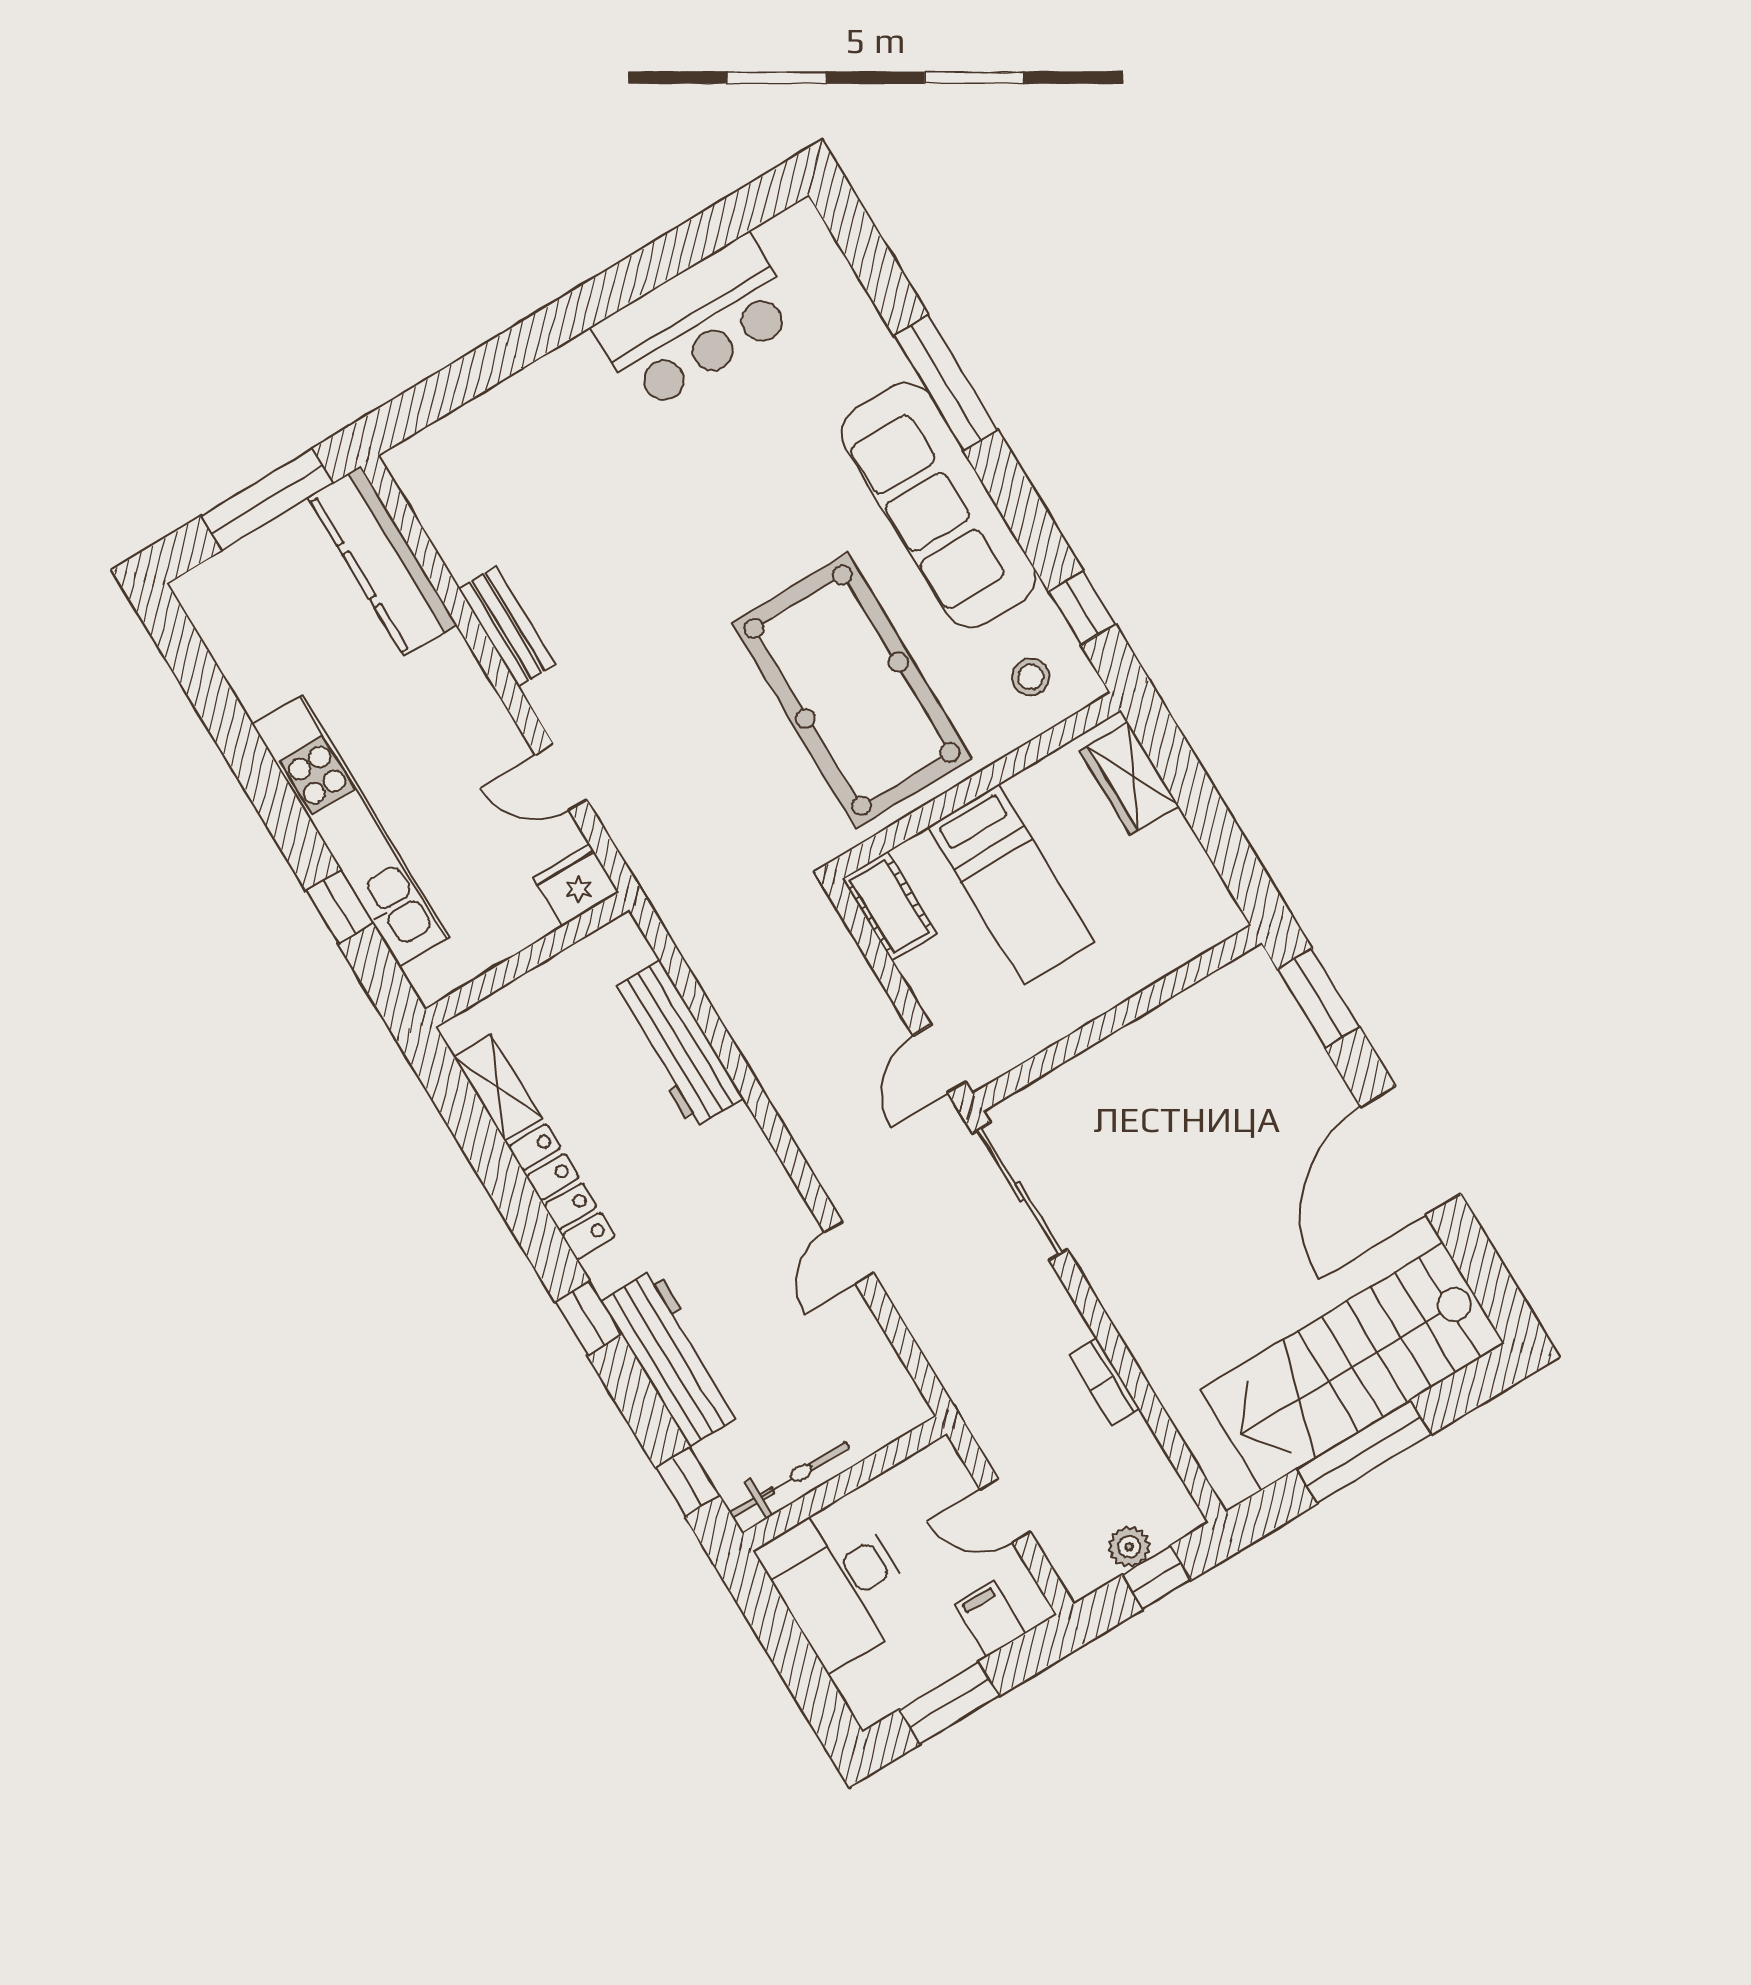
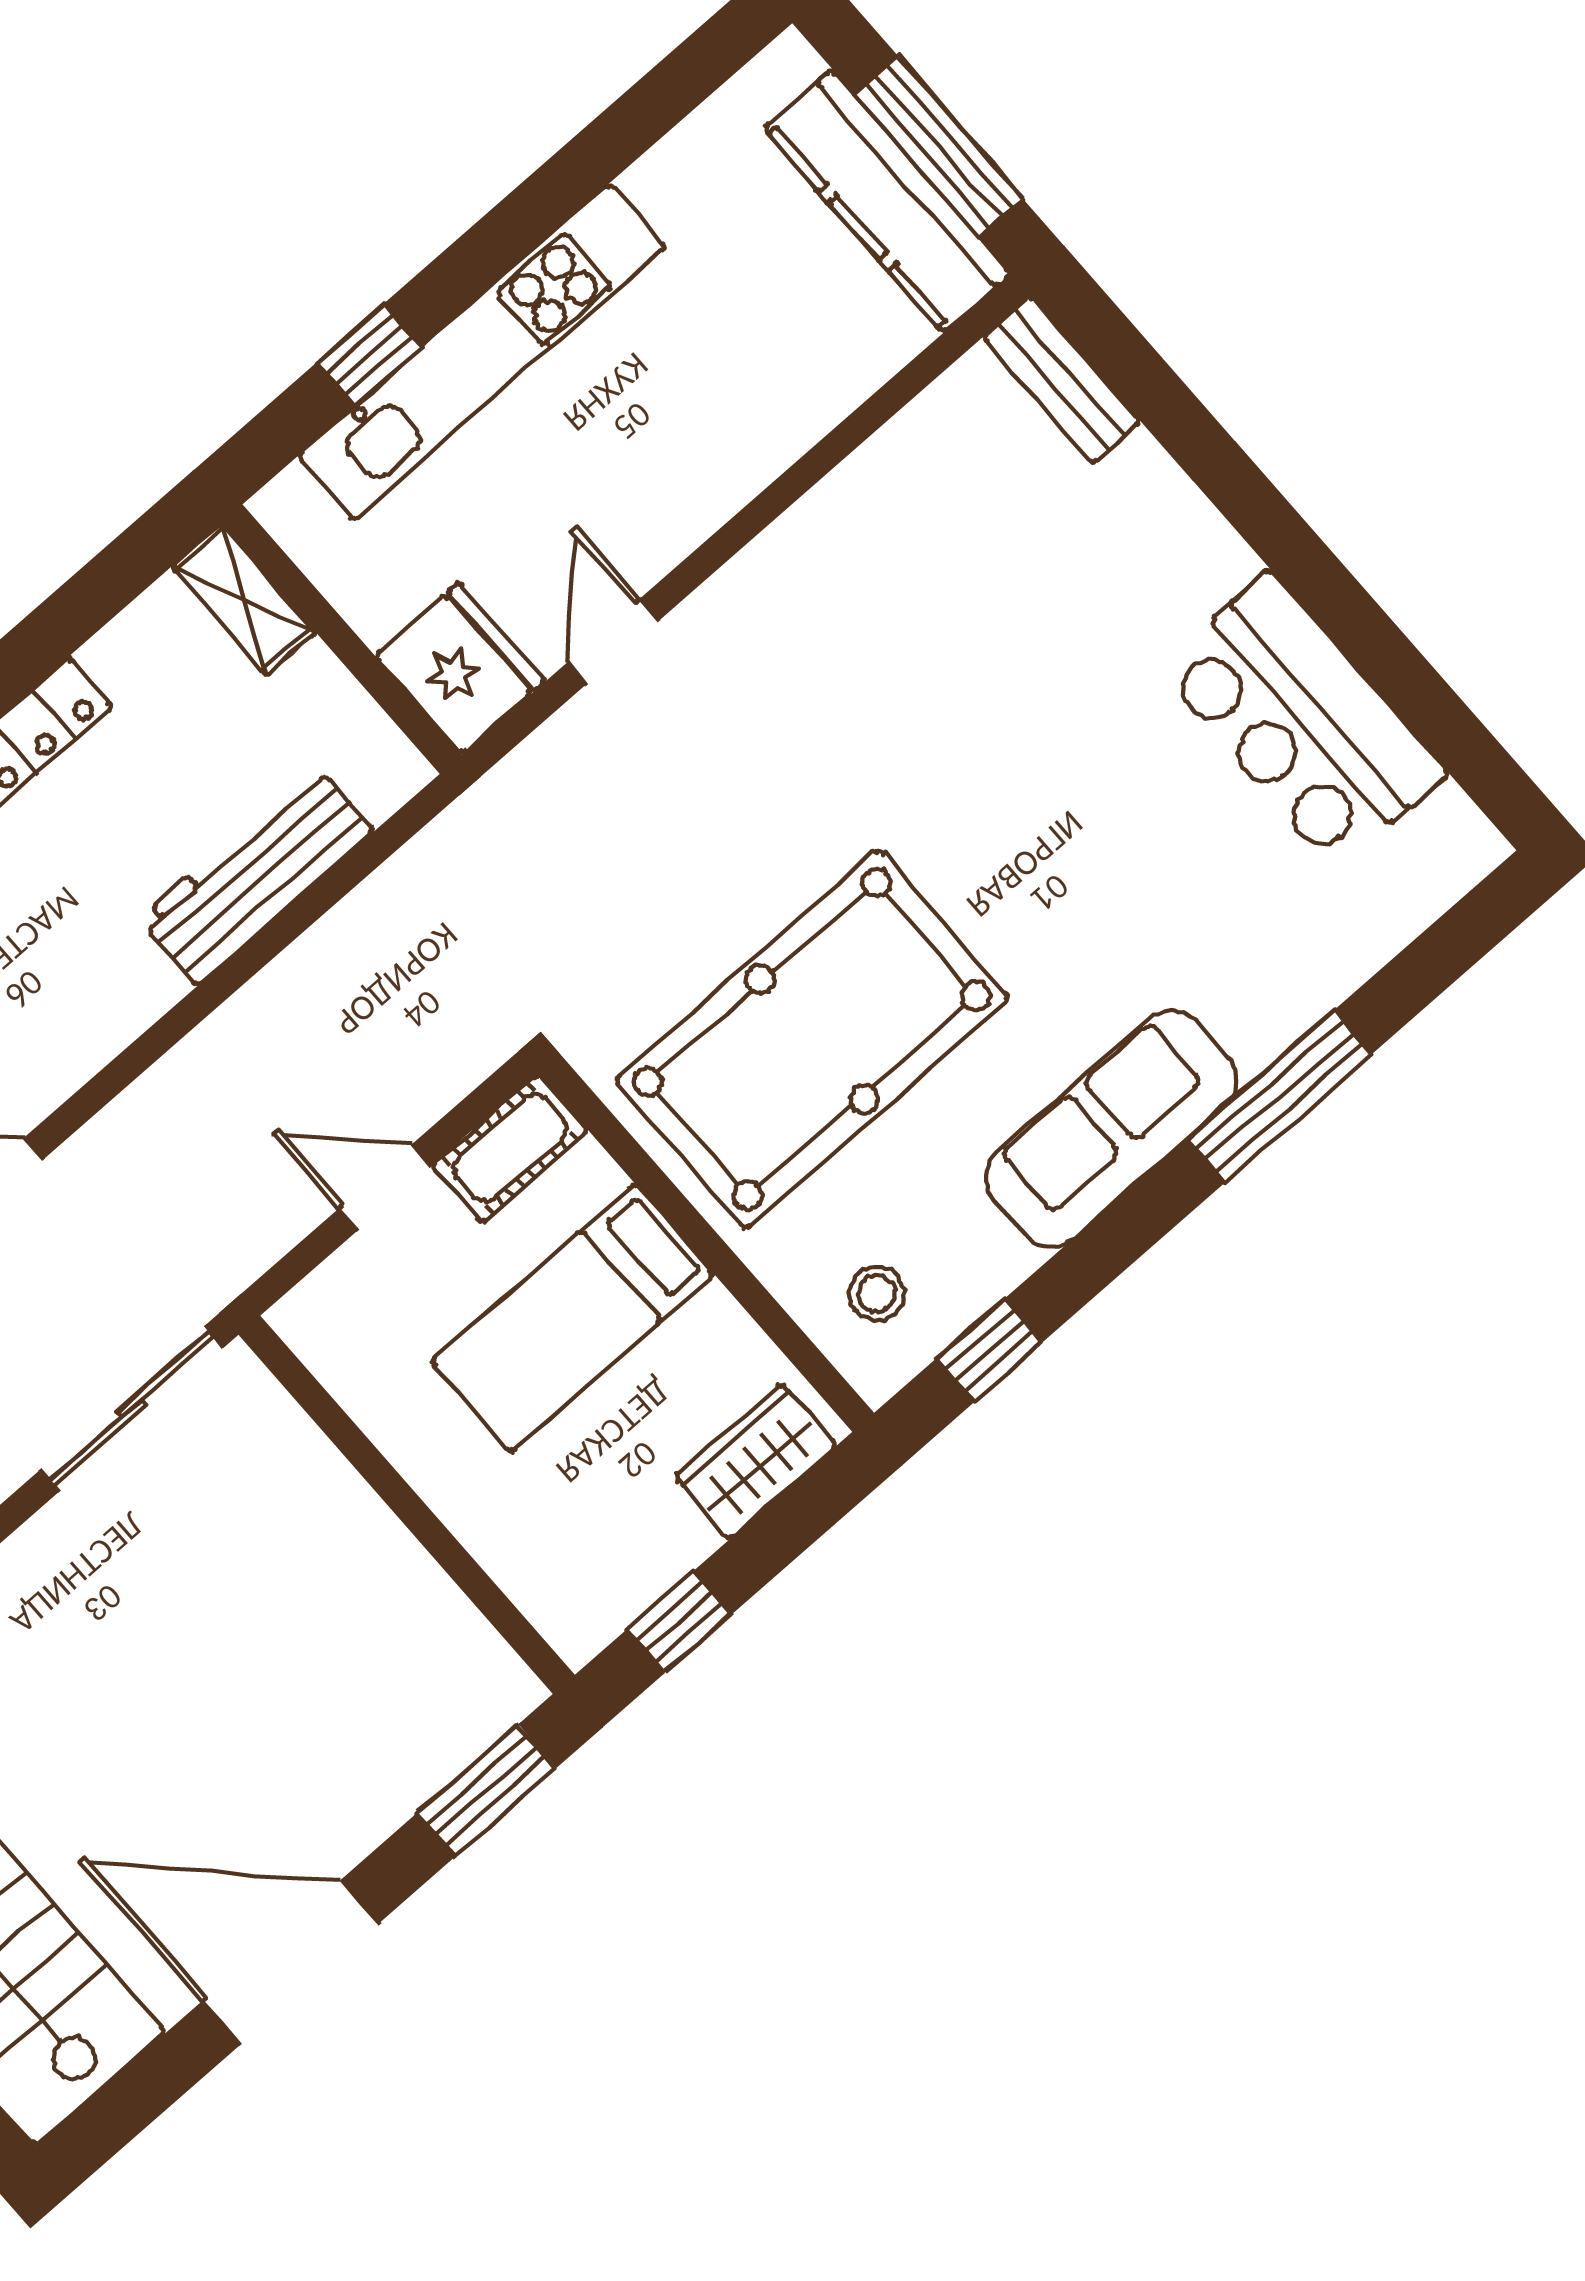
sofa: (939, 505) -> (1111, 1129), width x0.74, depth x0.79
kitchen counter: (382, 561) -> (888, 201), moved, turned -90
bench: (507, 627) -> (1062, 380), moved, turned 90
window: (1228, 849) -> (679, 1622), added
fridge: (576, 885) -> (460, 668), width x1.36, depth x1.34
door: (939, 1059) -> (385, 1188), moved
shelving: (498, 1087) -> (244, 599), moved, turned 90

